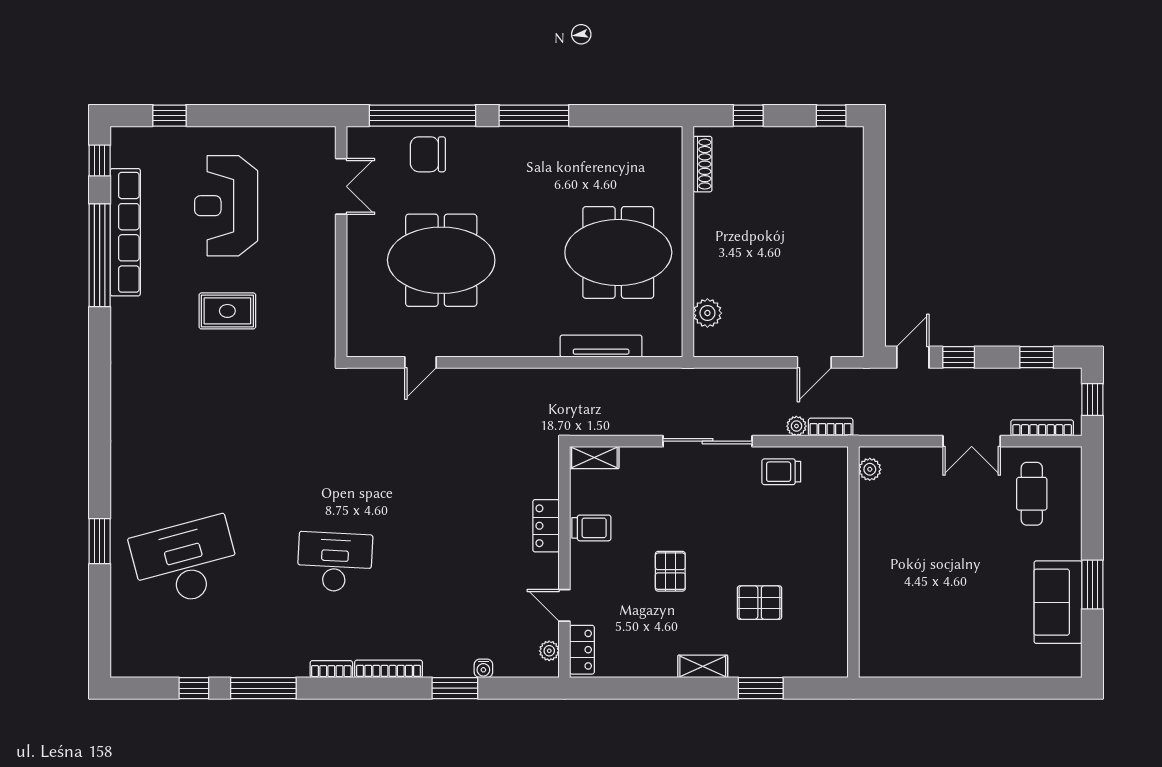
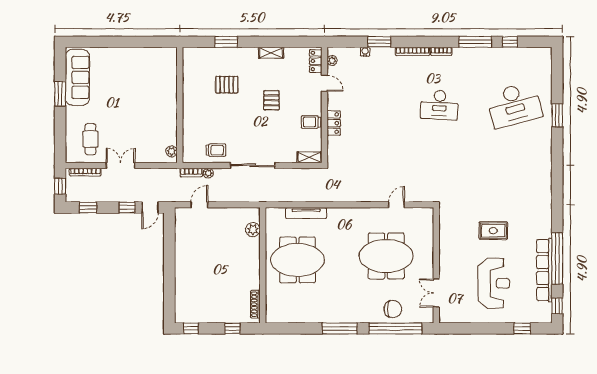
sofa: (1058, 602) -> (77, 77), width x1.36
shelving: (703, 666) -> (271, 53), moved

